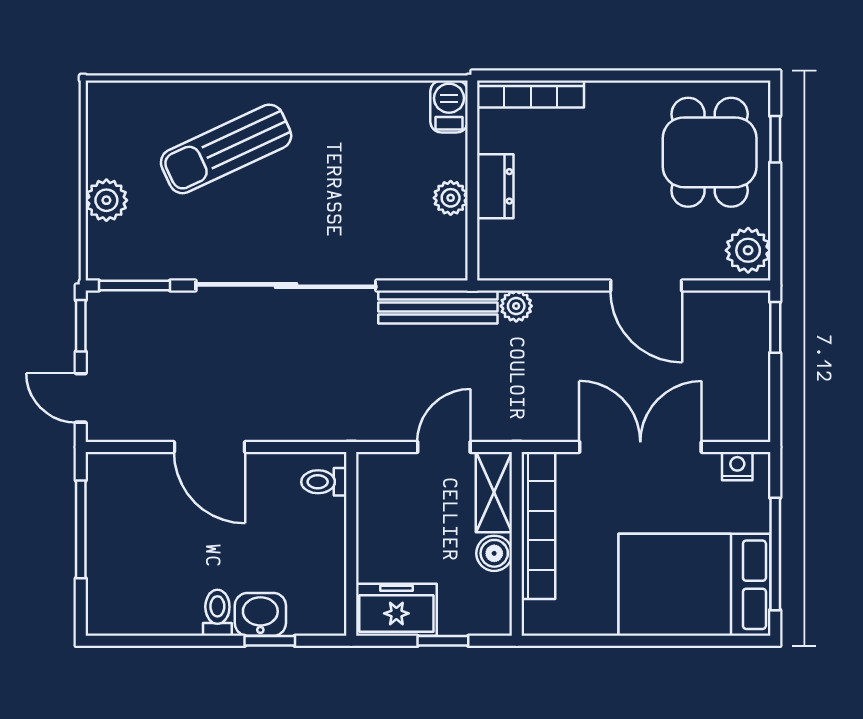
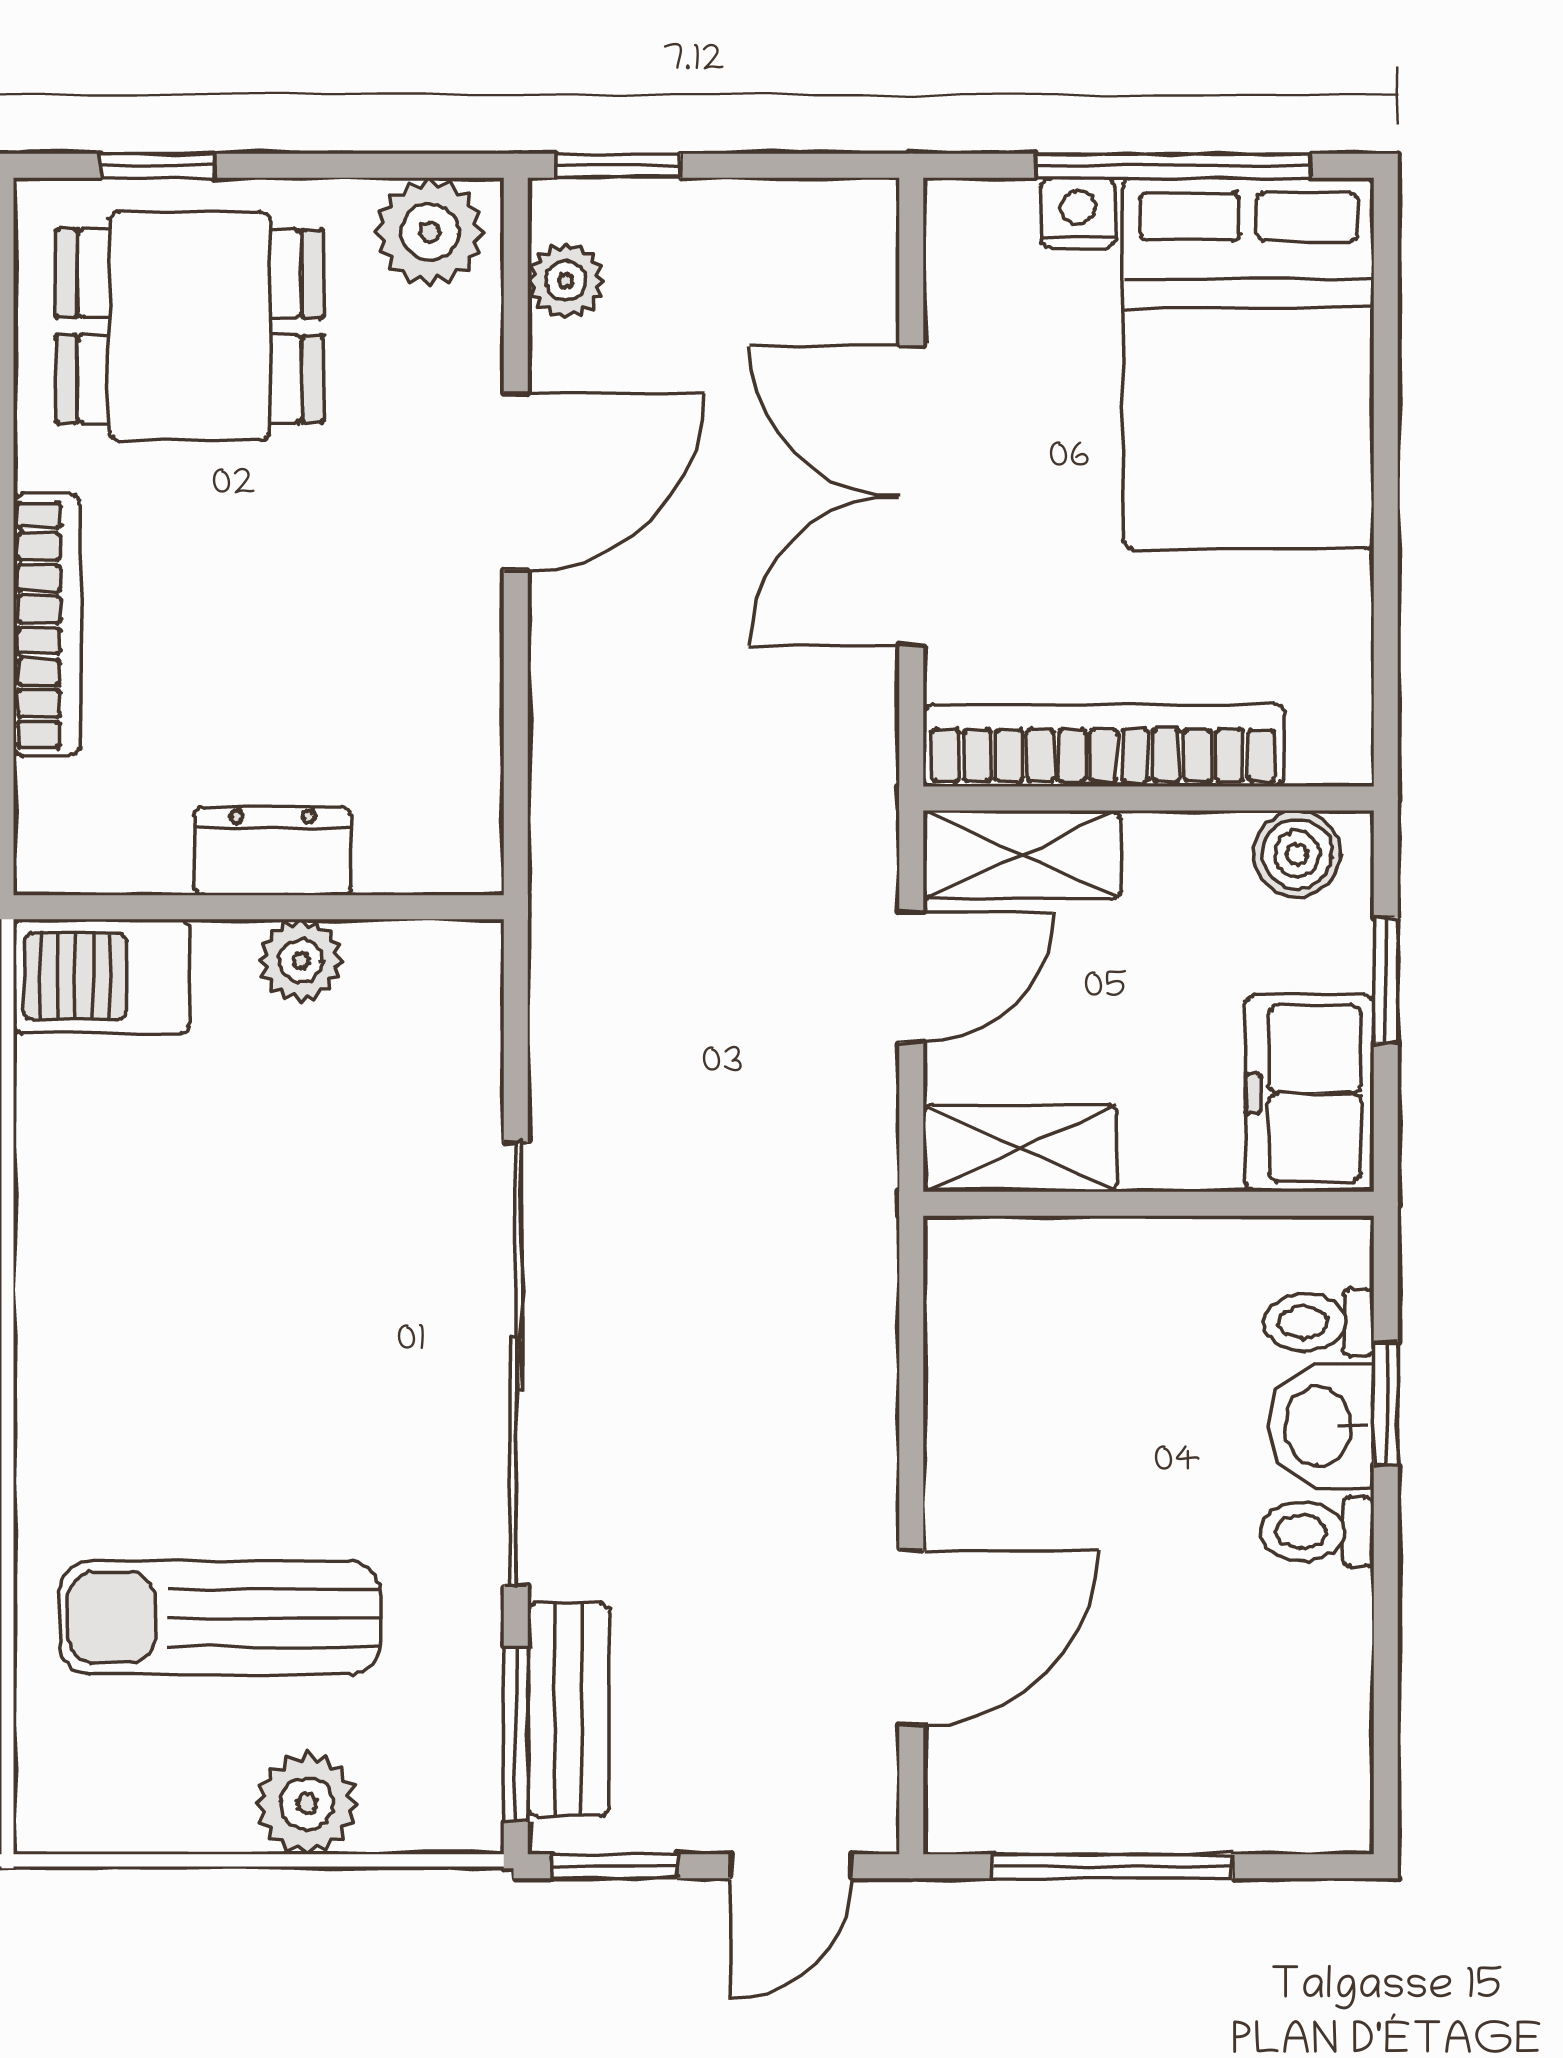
bookcase: (531, 94) -> (47, 625), moved
barbecue: (449, 107) -> (102, 977), width x1.38, depth x1.27
sun lounger: (226, 149) -> (220, 1618), moved, turned 115
plant: (516, 306) -> (566, 281), moved
bench: (438, 307) -> (568, 1709), moved, width x0.73
door: (209, 447) -> (911, 1638), moved
door: (444, 447) -> (911, 977), swing flipped
nightstand: (737, 466) -> (1078, 213), moved, turned 90
toilet: (324, 482) -> (1319, 1322), moved, turned 90
shelving: (374, 491) -> (1020, 1148), added
boiler: (494, 553) -> (1297, 854), moved

